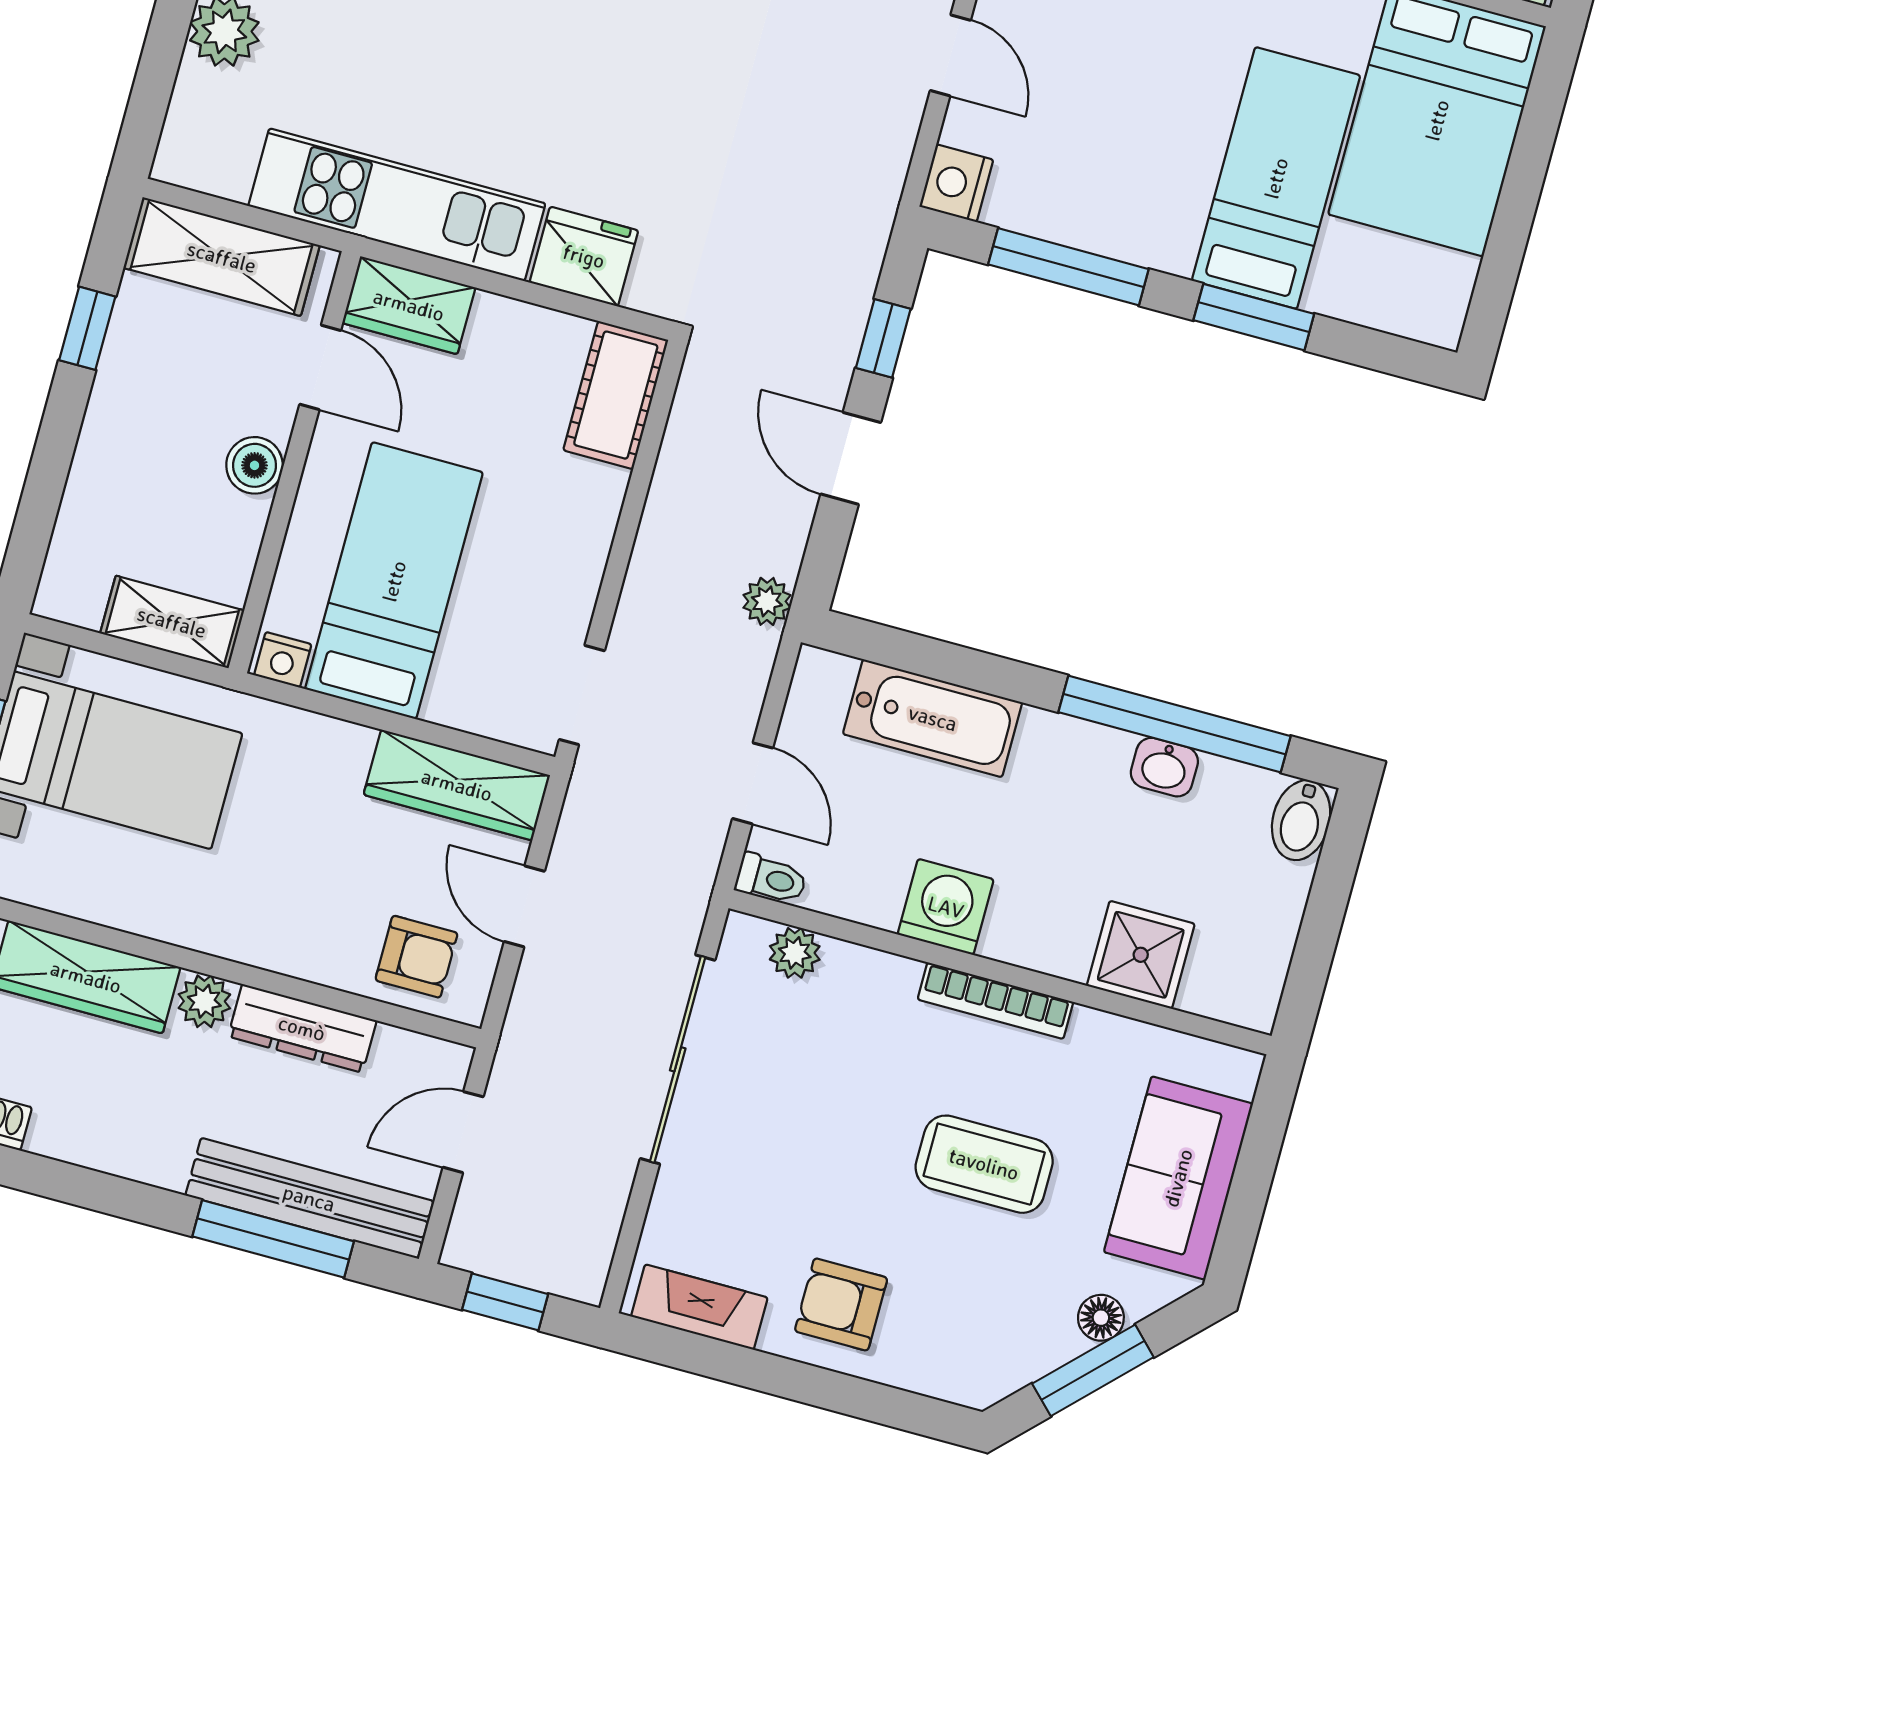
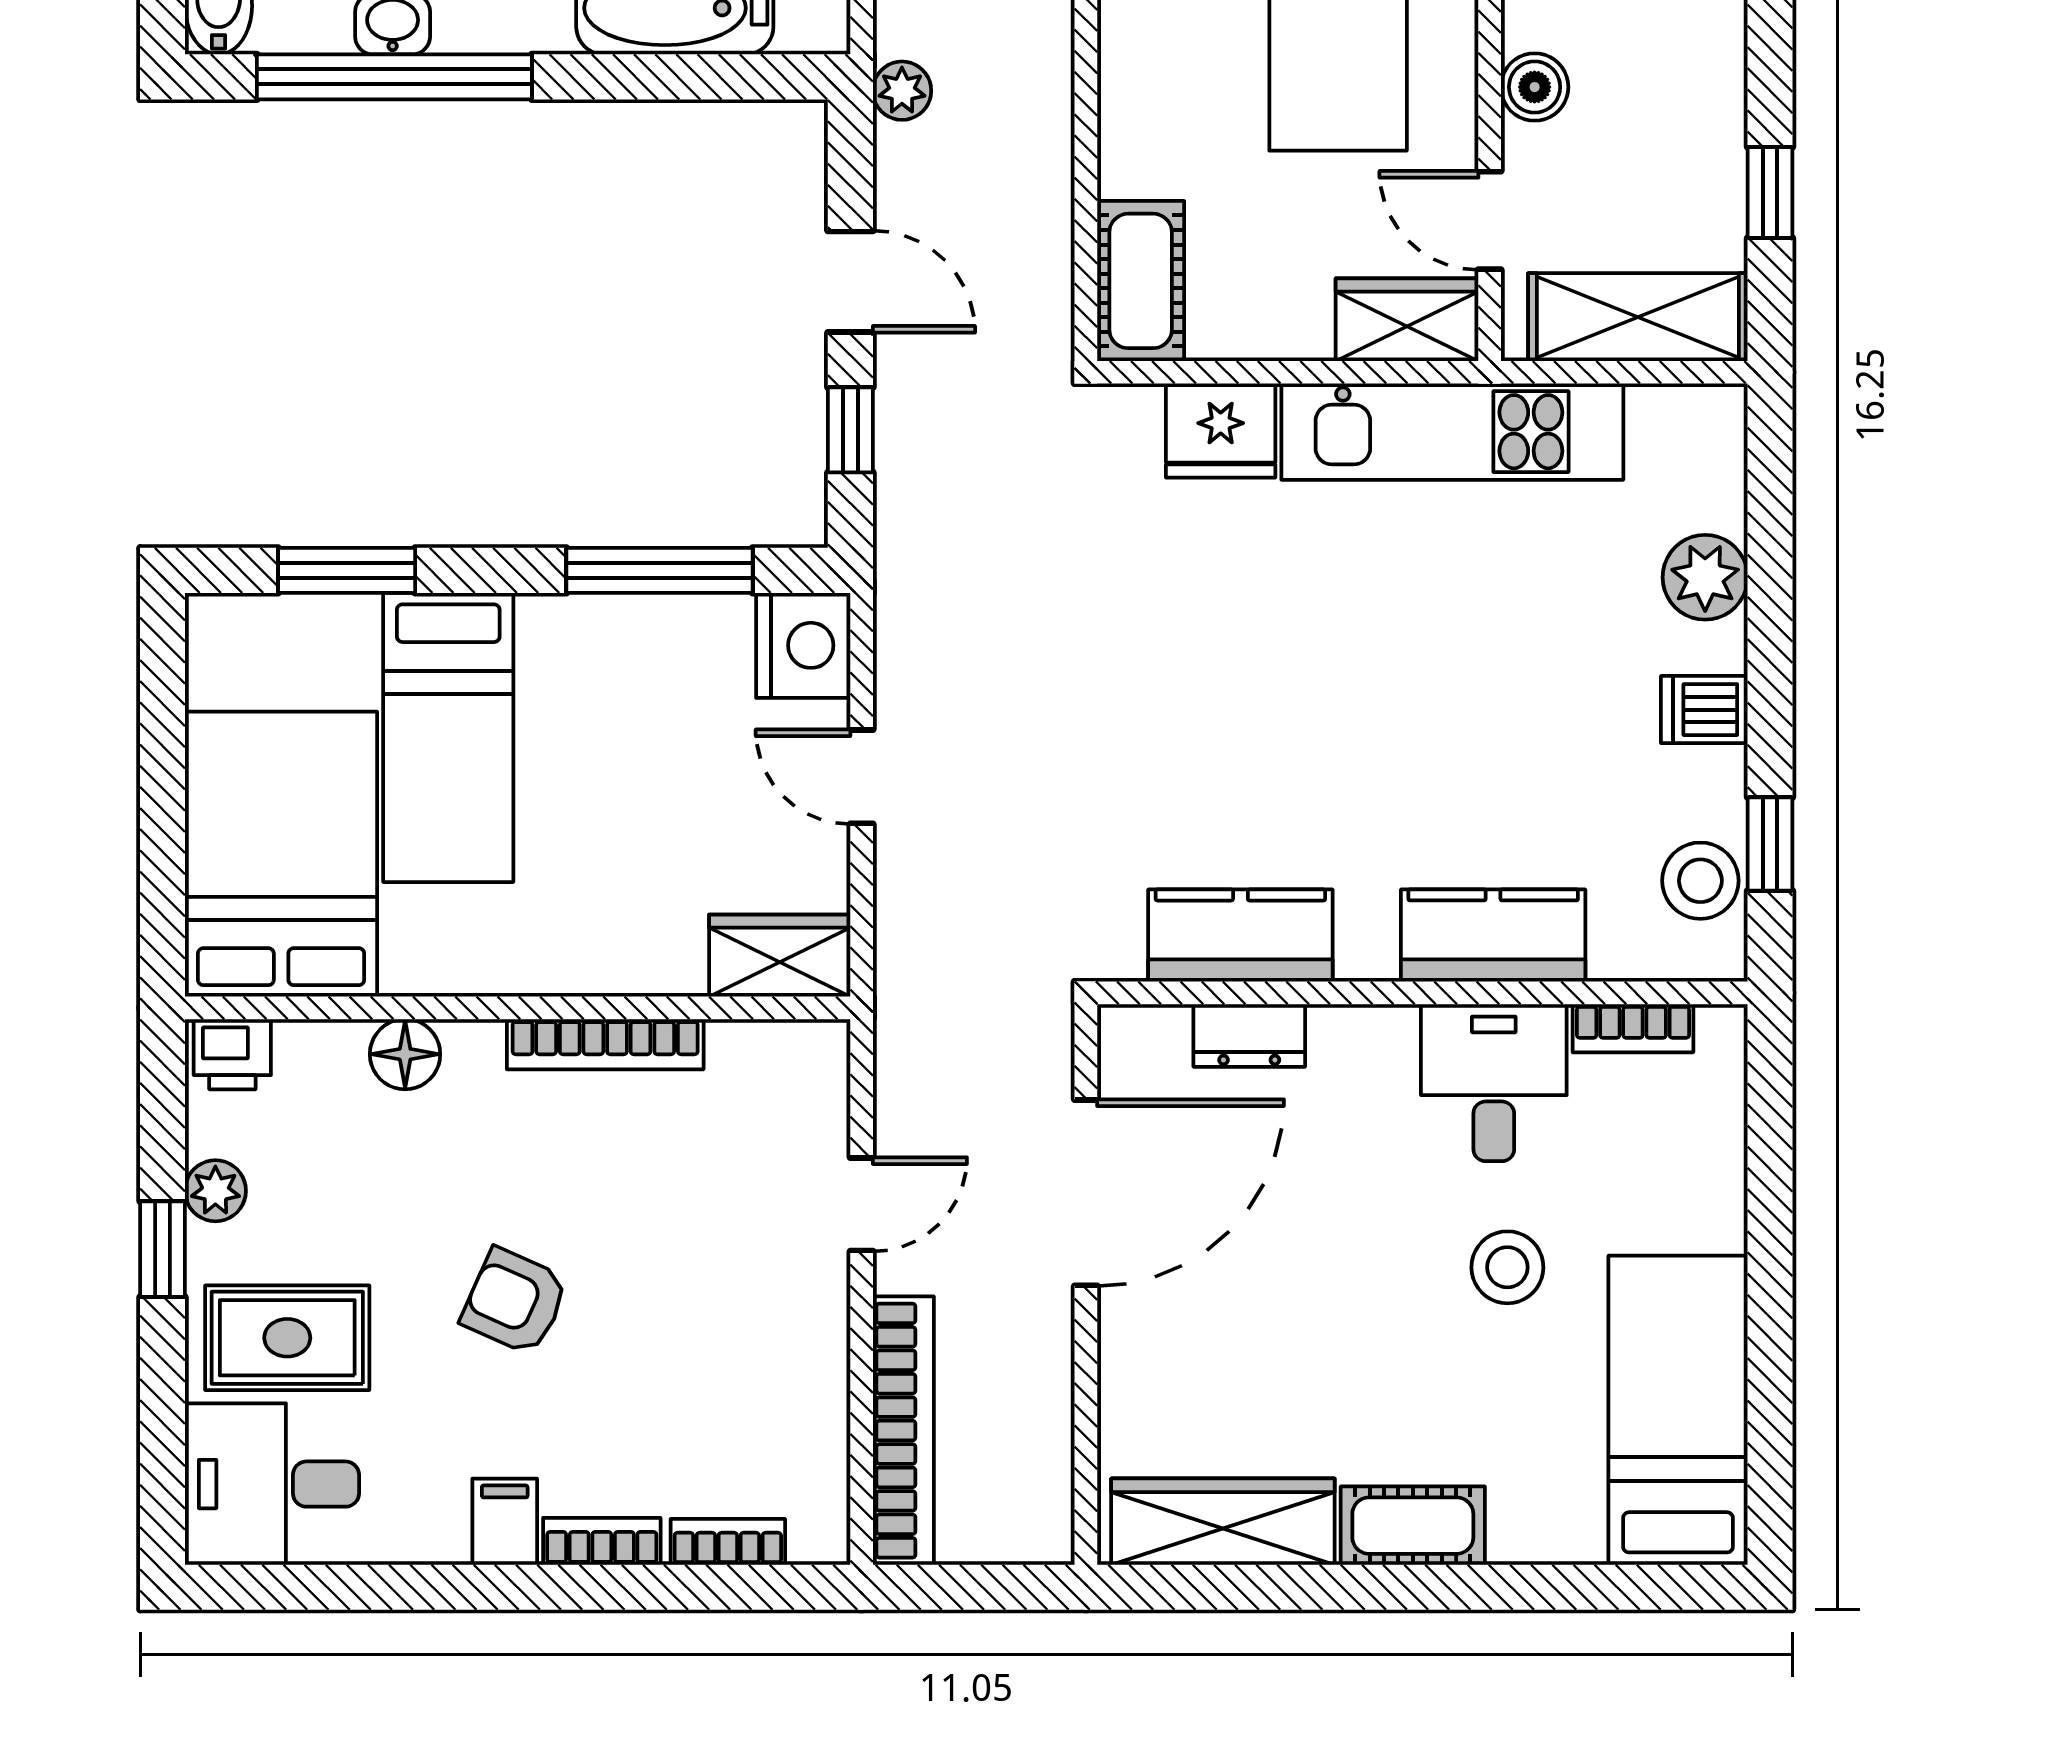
nightstand: (956, 183) -> (803, 645), width x1.36, depth x1.33
window: (1254, 317) -> (347, 570), moved

